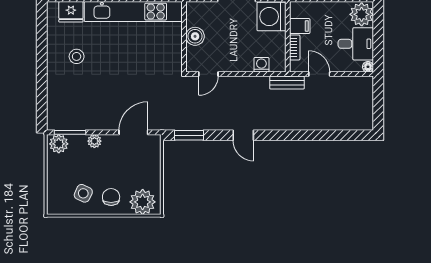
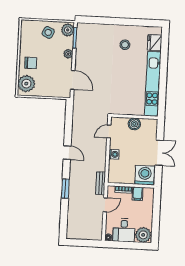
washing machine: (261, 65) -> (114, 154), moved
door: (208, 74) -> (109, 131), hinge flipped
window: (189, 135) -> (65, 189), moved
door: (243, 135) -> (67, 153), swing flipped
side table: (83, 193) -> (48, 32), moved

